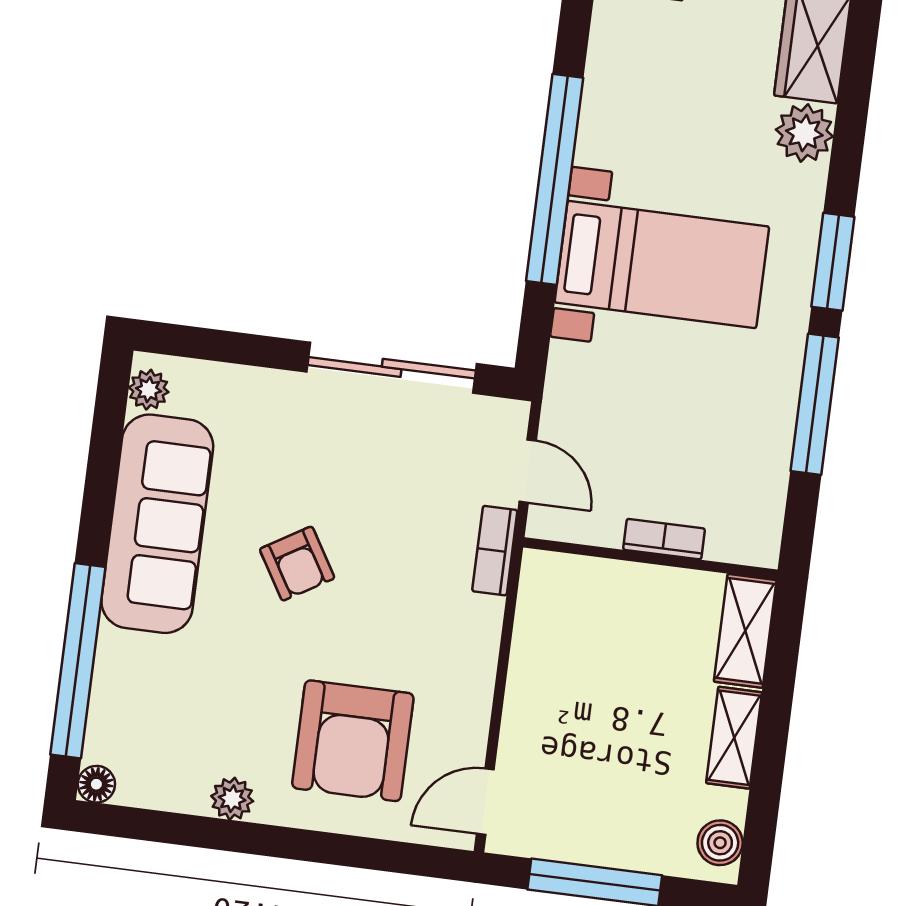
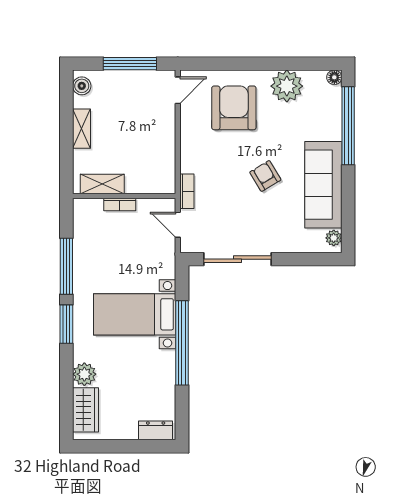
shelving: (745, 631) -> (102, 184), moved, turned 90
plant: (232, 799) -> (287, 86), width x1.88, depth x1.88

